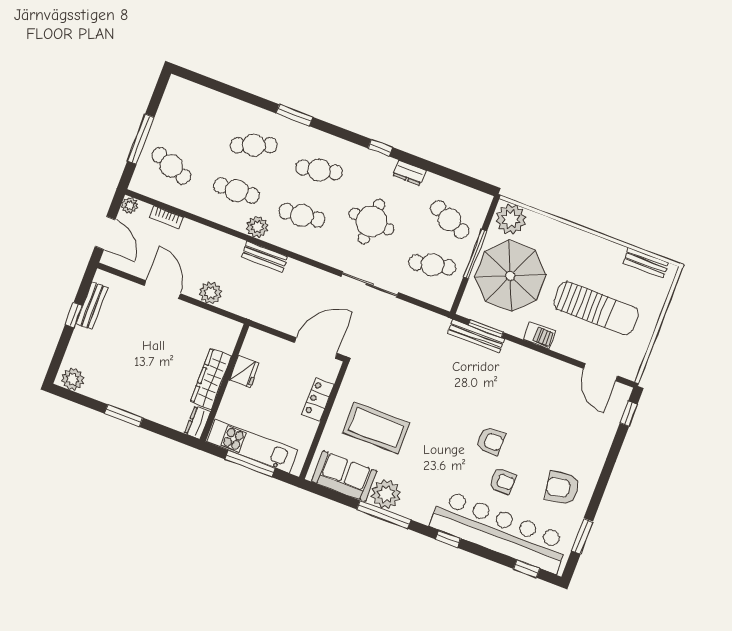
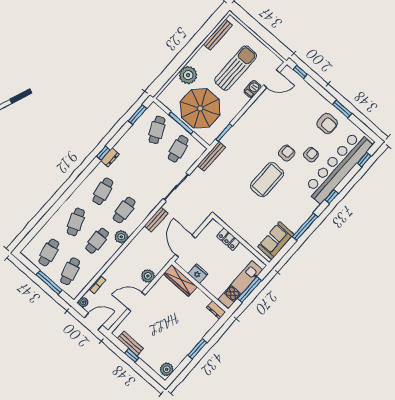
window: (294, 115) -> (137, 115), moved
cafe table: (189, 120) -> (49, 253), added
cafe table: (171, 166) -> (70, 271), turned -36
dresser: (409, 173) -> (110, 157), moved
plant: (511, 219) -> (188, 75), moved
cafe table: (450, 220) -> (157, 130), turned -48
round table: (371, 222) -> (142, 173), removed
bench: (265, 257) -> (156, 220), moved
bench: (646, 263) -> (218, 35), width x1.36
barbecue: (539, 335) -> (252, 89), moved
bench: (476, 336) -> (211, 156), moved
door: (316, 348) -> (185, 246), moved
wardrobe: (211, 379) -> (180, 280), moved
coffee table: (376, 428) -> (267, 180), moved
armchair: (562, 488) -> (327, 124), turned -81
plant: (386, 494) -> (294, 221), removed
window: (582, 536) -> (342, 109), moved

